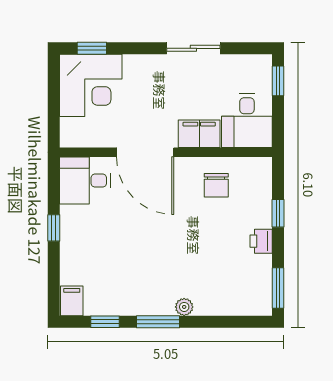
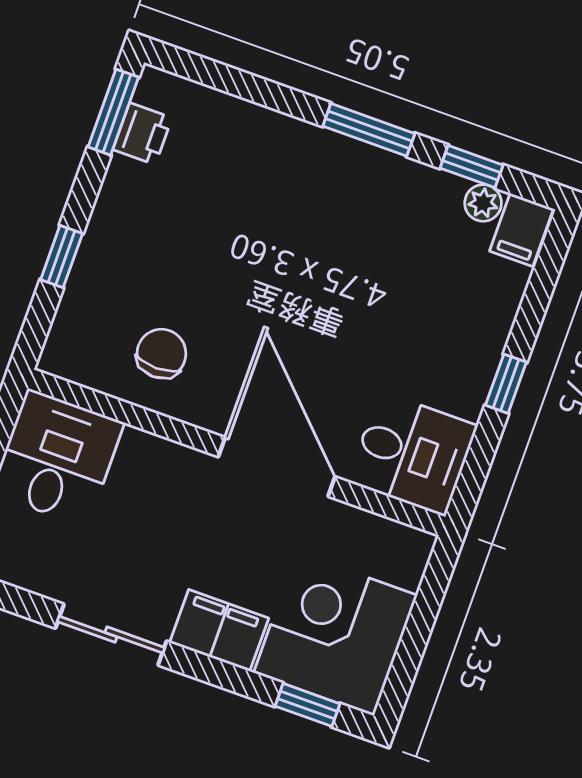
filing cabinet: (199, 134) -> (219, 630), moved, turned 180
printer: (261, 241) -> (142, 134), moved
plant: (184, 307) -> (483, 203), moved

